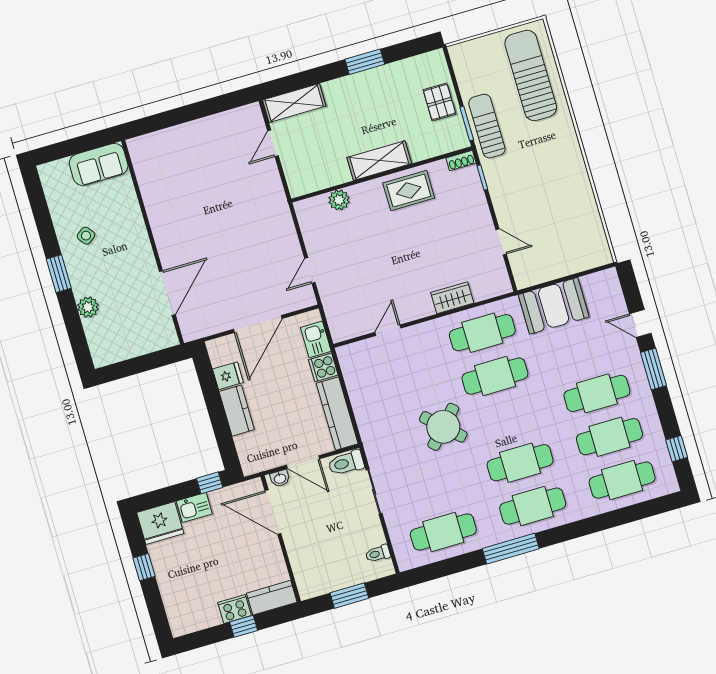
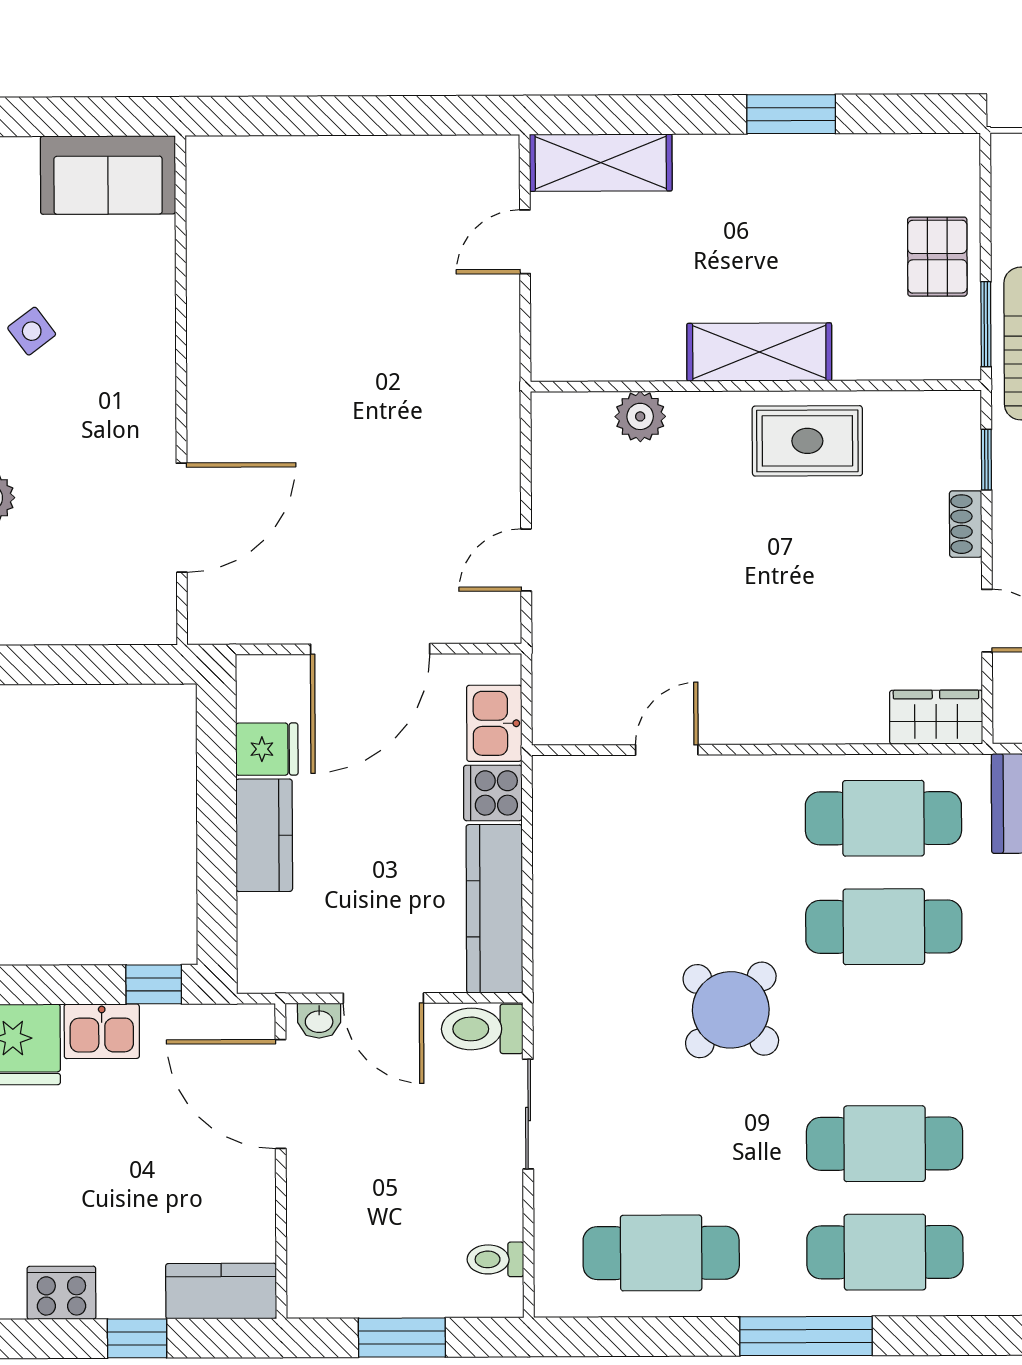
shoe rack: (461, 161) -> (966, 524), moved, turned 90
wardrobe: (452, 298) -> (936, 717), moved
cooker: (234, 609) -> (61, 1293), moved

